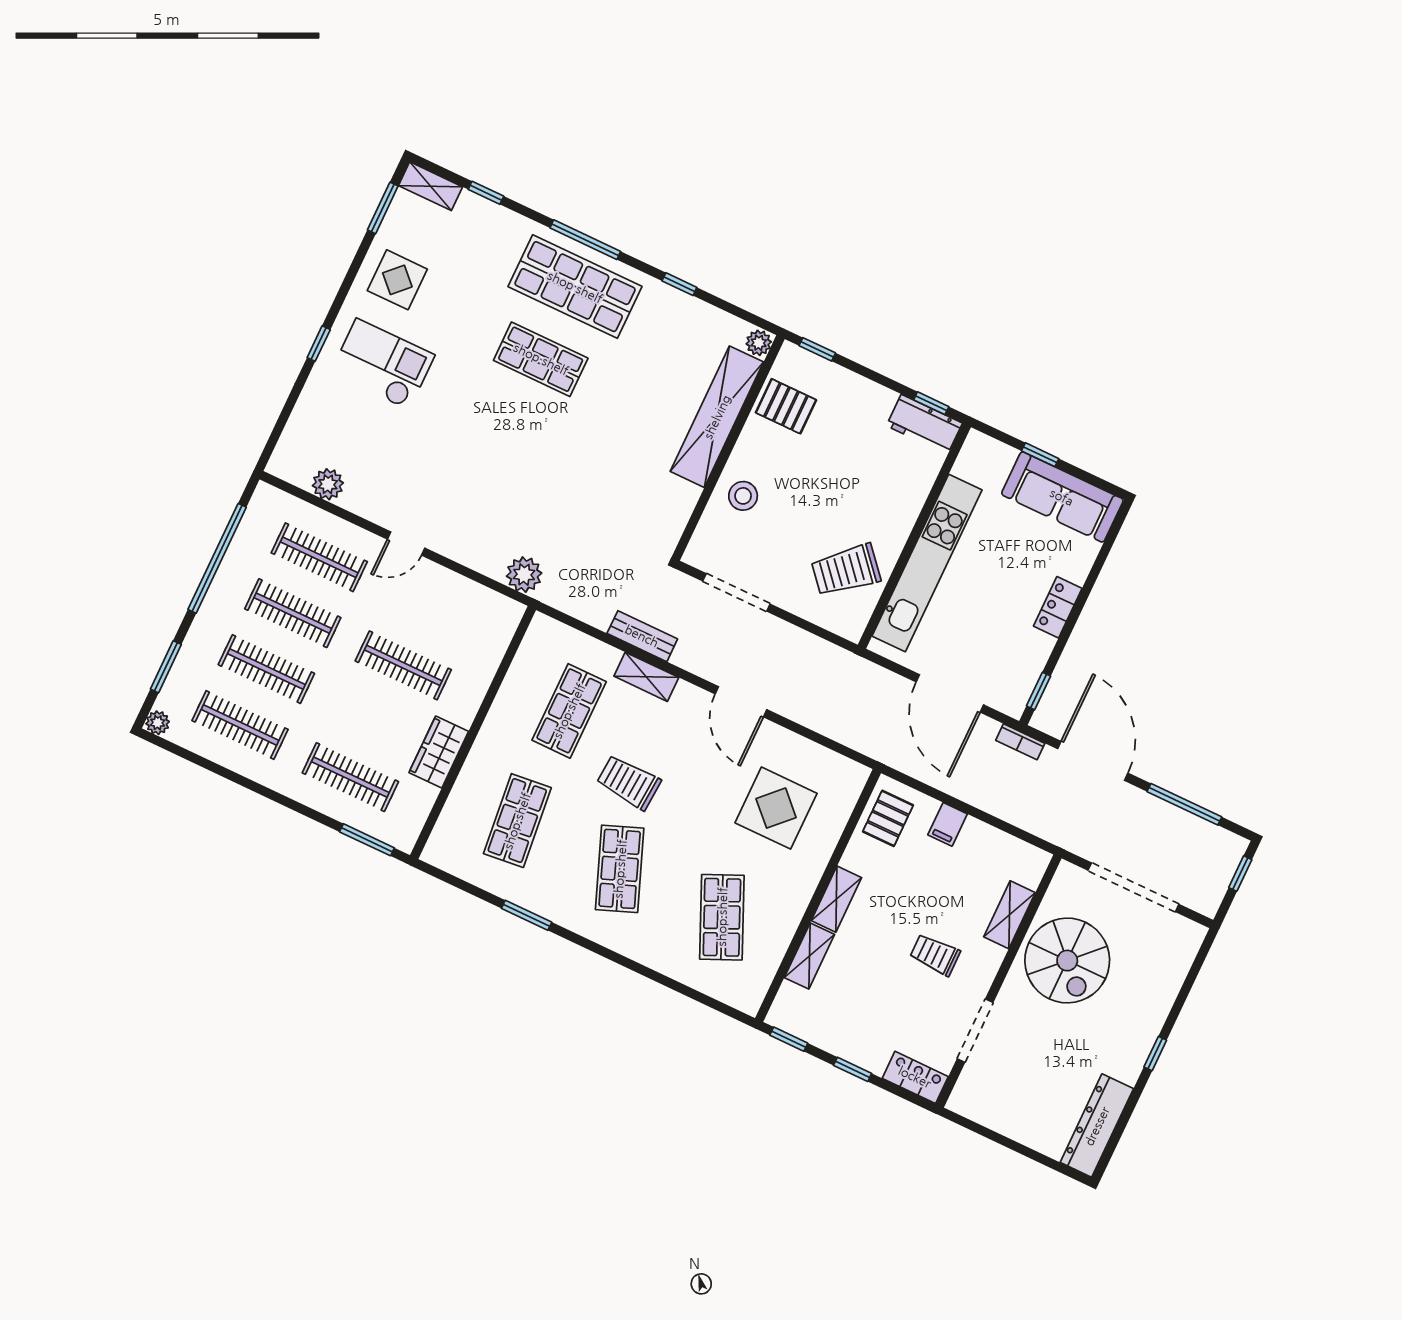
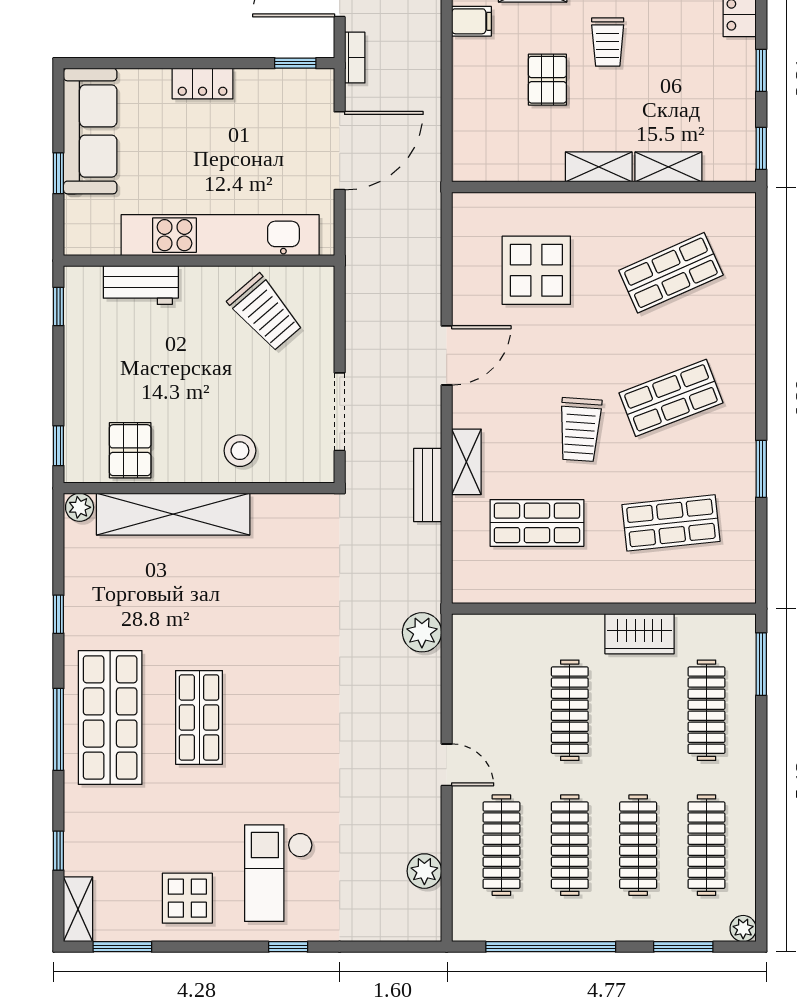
workbench: (924, 424) -> (141, 285), moved, turned 90
pallet: (888, 818) -> (547, 80), moved, turned 90
filing cabinet: (948, 824) -> (472, 21), moved

